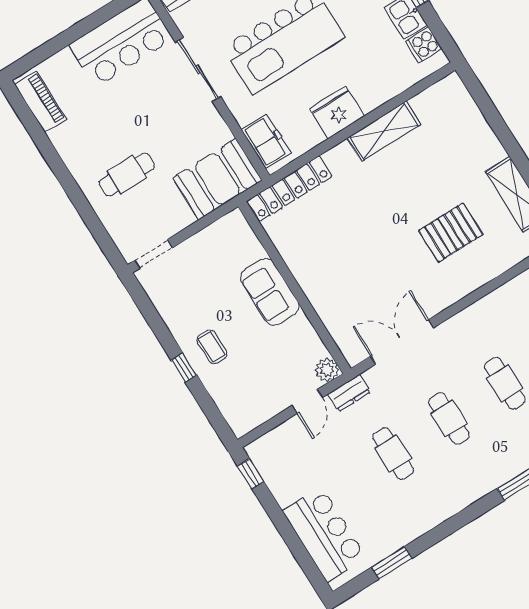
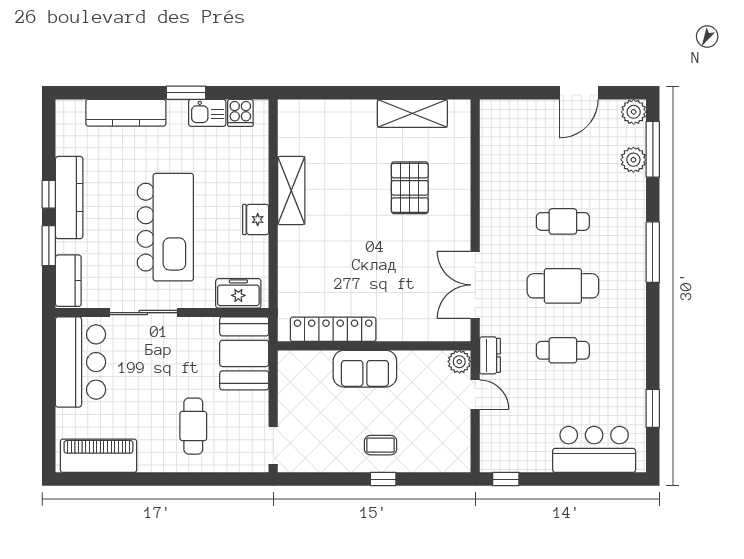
piano: (40, 102) -> (98, 456), width x1.37, depth x1.33
fridge: (337, 112) -> (256, 220), width x0.73, depth x0.75
locker: (290, 189) -> (333, 329), moved, turned -90
cafe table: (449, 418) -> (563, 286), width x1.37, depth x1.35

